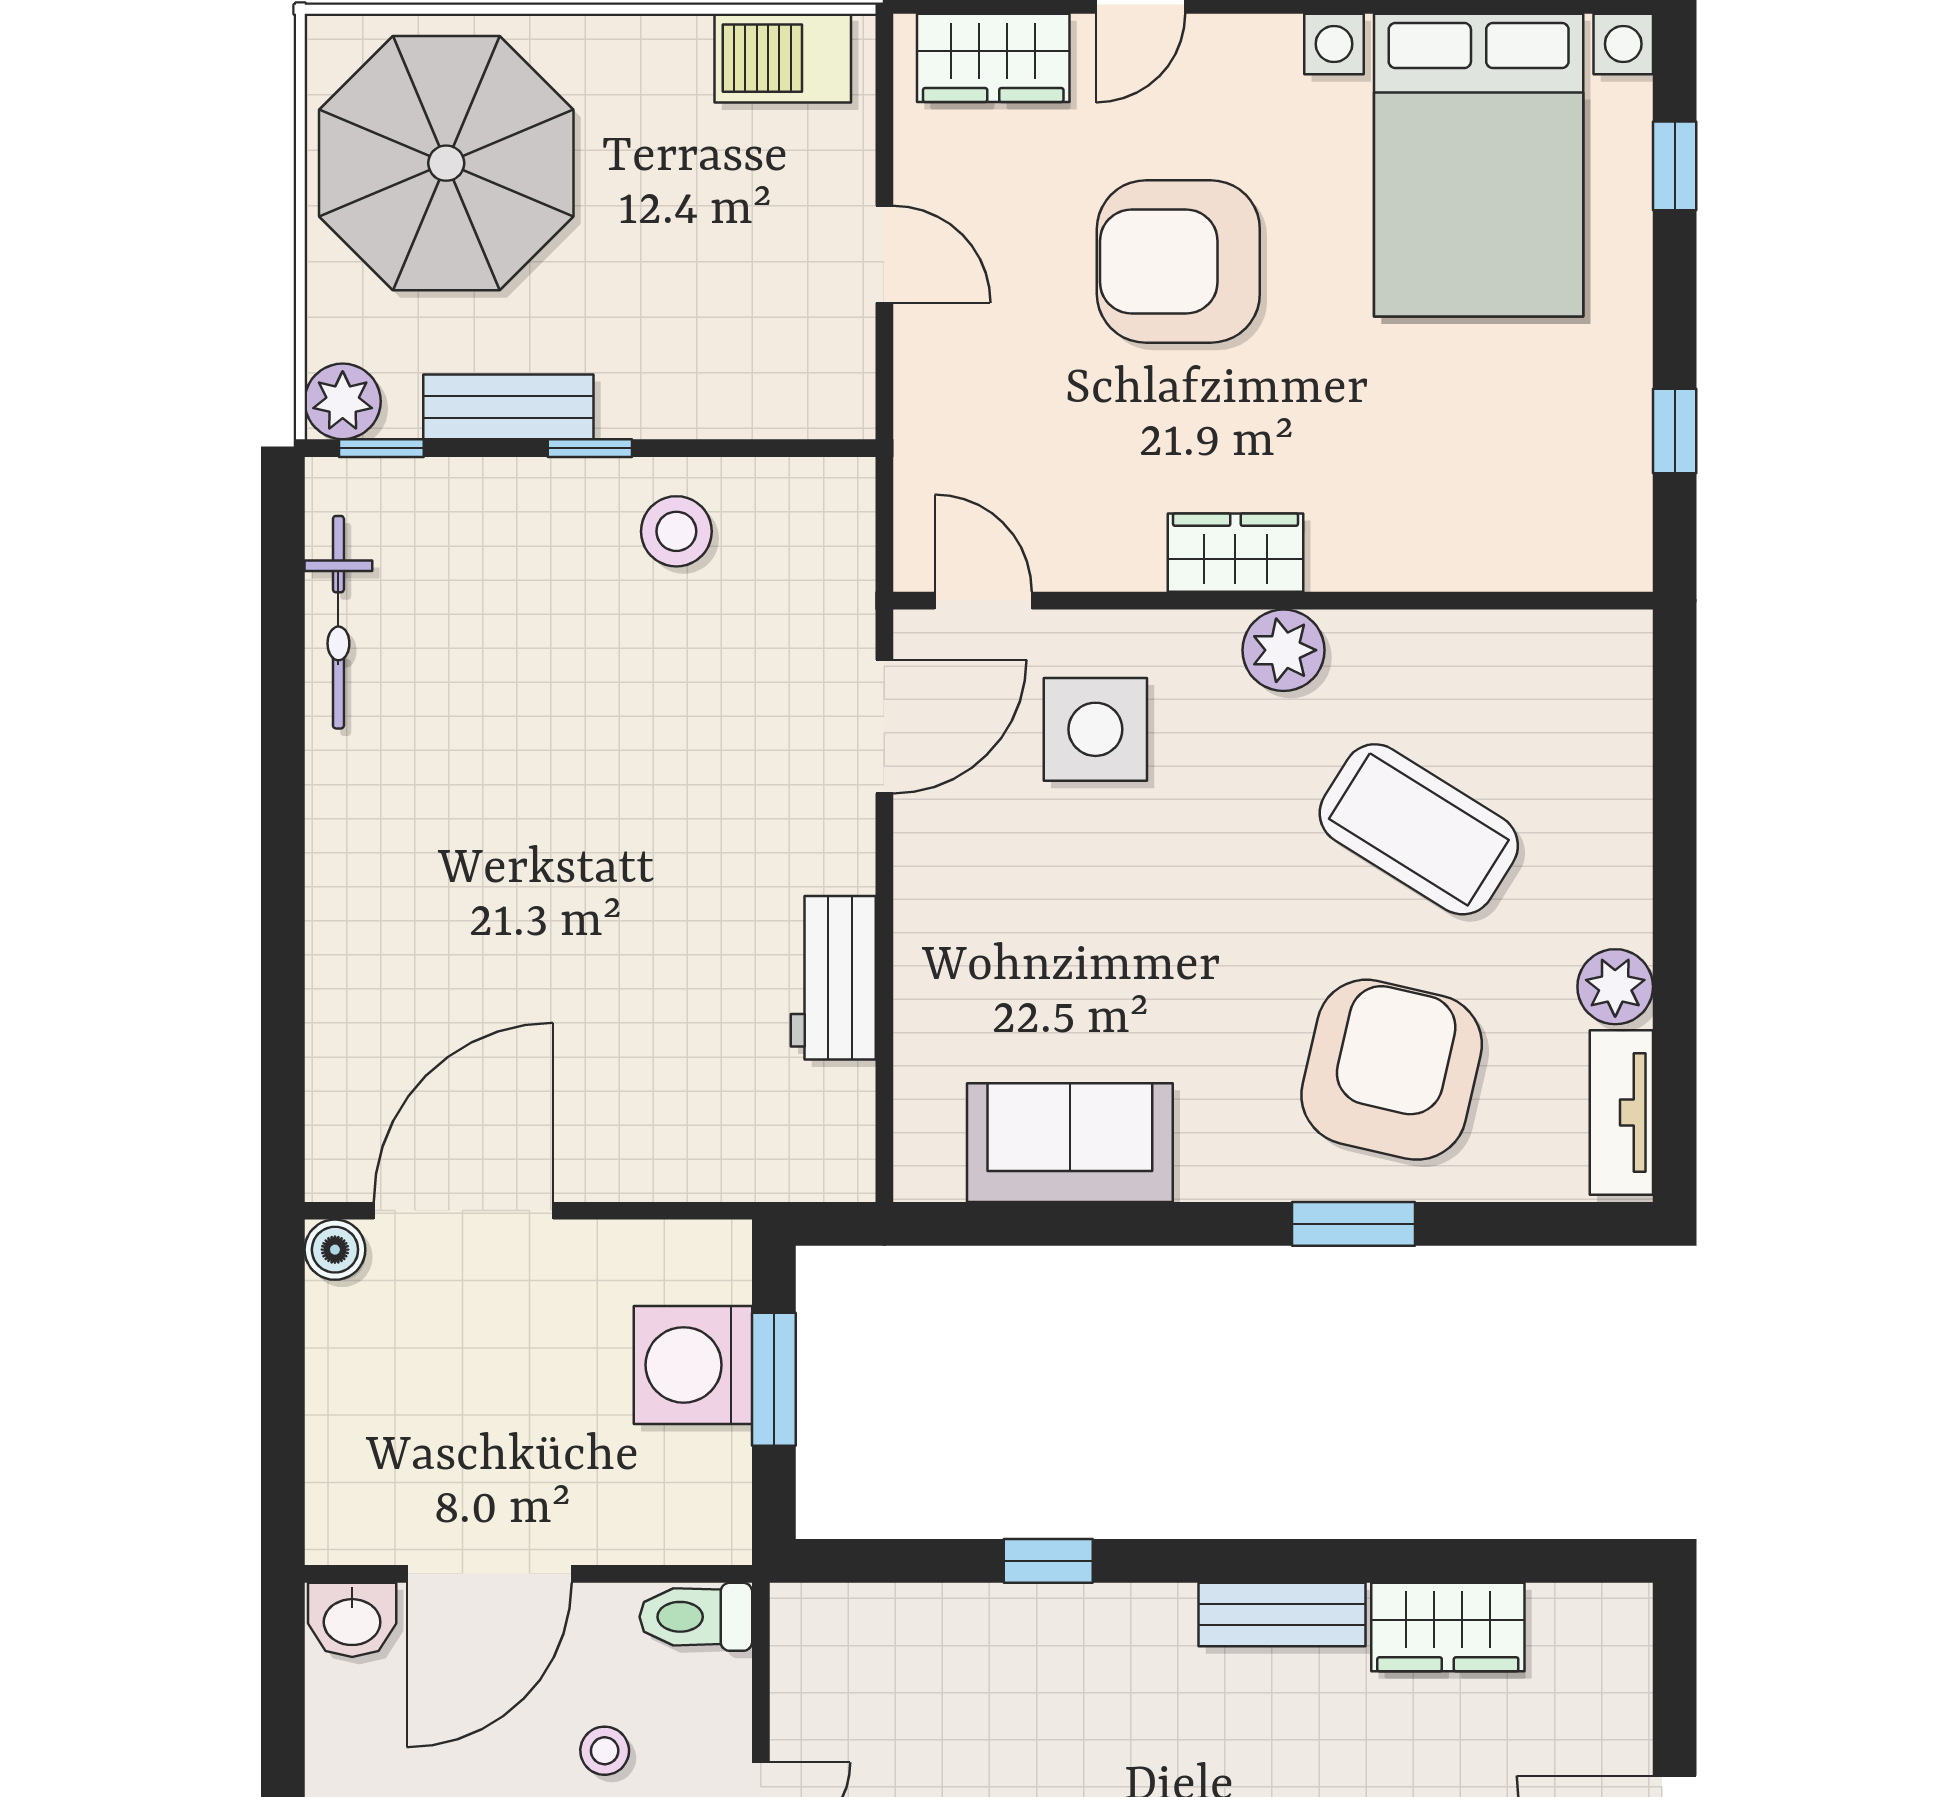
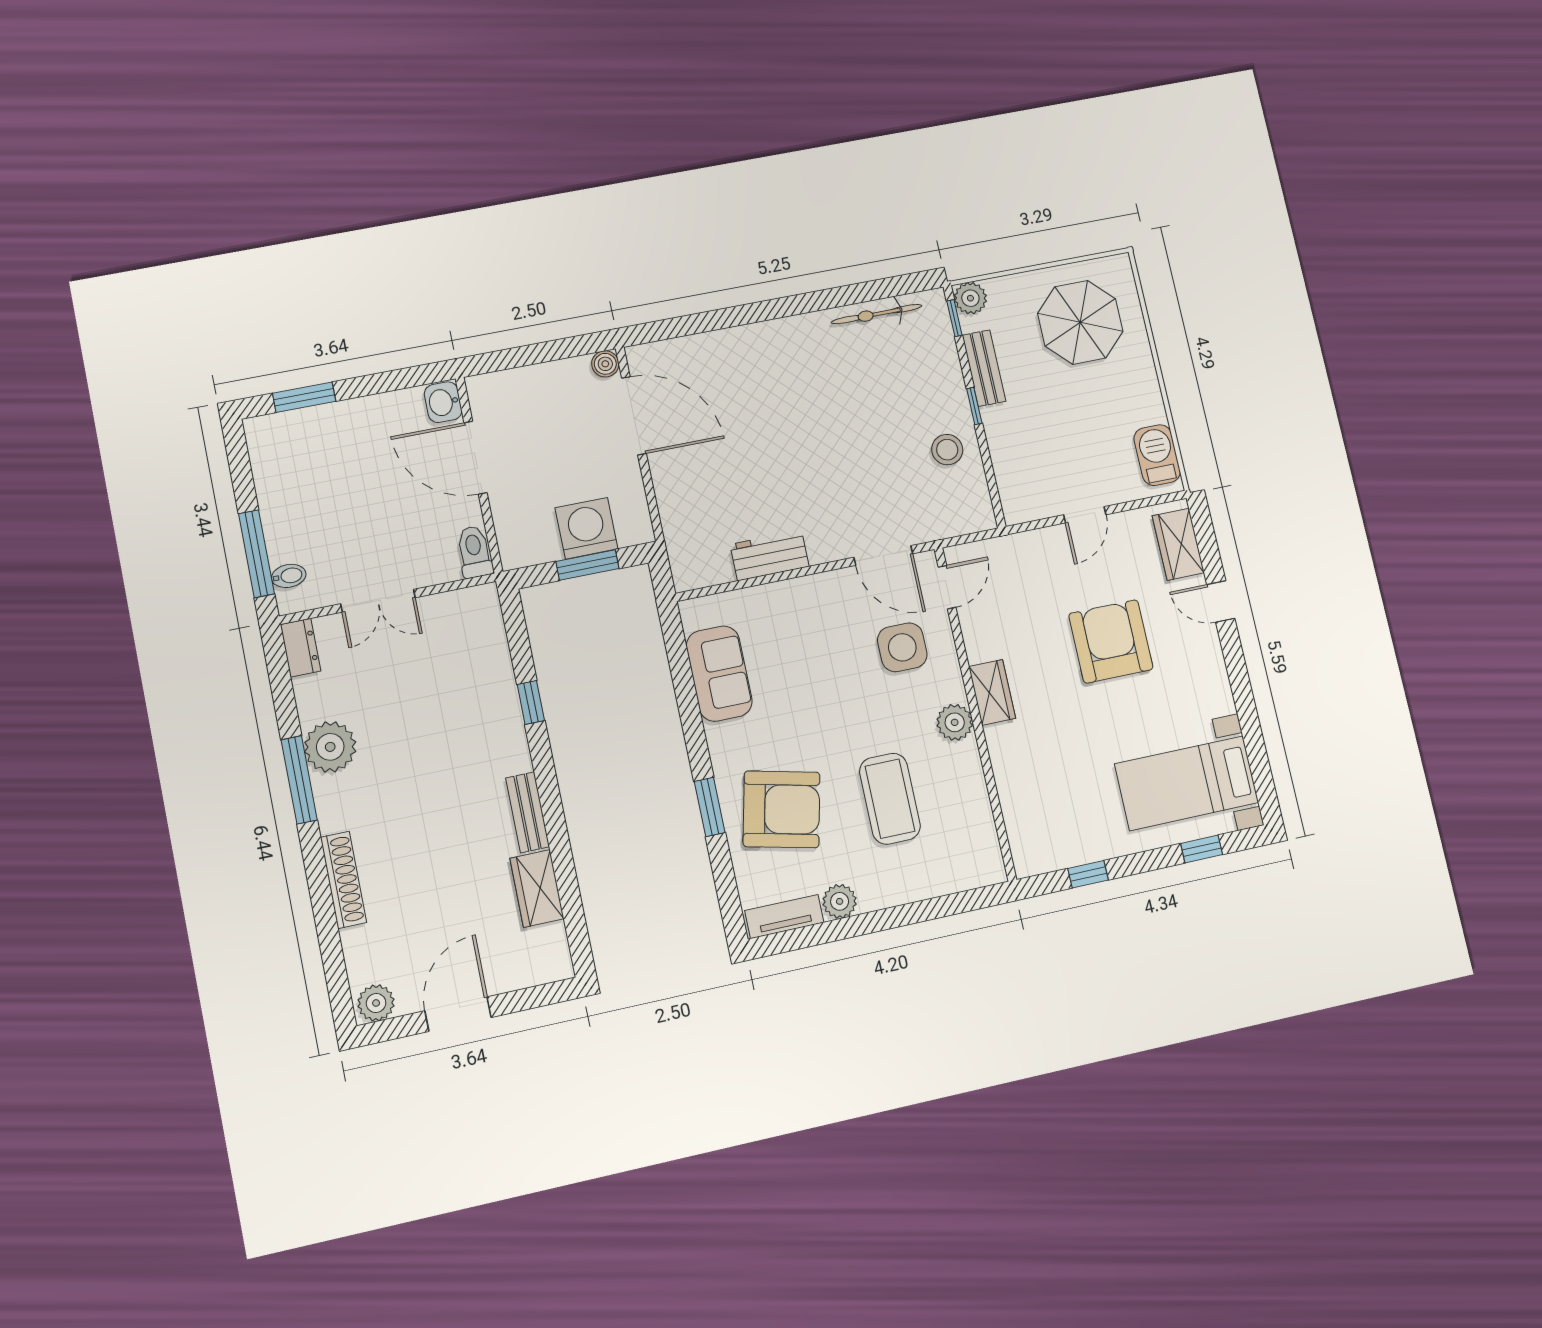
parasol: (446, 163) -> (1080, 322), width x0.73, depth x0.73
bed with nightstands: (1479, 165) -> (1187, 783), width x0.73
coffee table: (1419, 829) -> (890, 799), turned -32
stool: (605, 1751) -> (406, 524), removed

